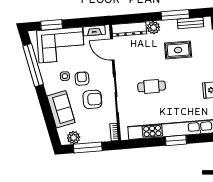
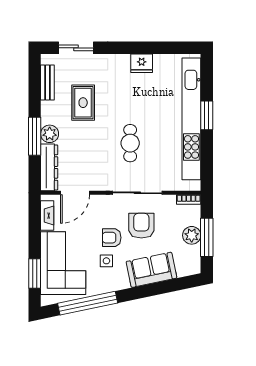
window: (175, 15) -> (35, 136), moved
plant: (74, 138) -> (192, 235), moved

